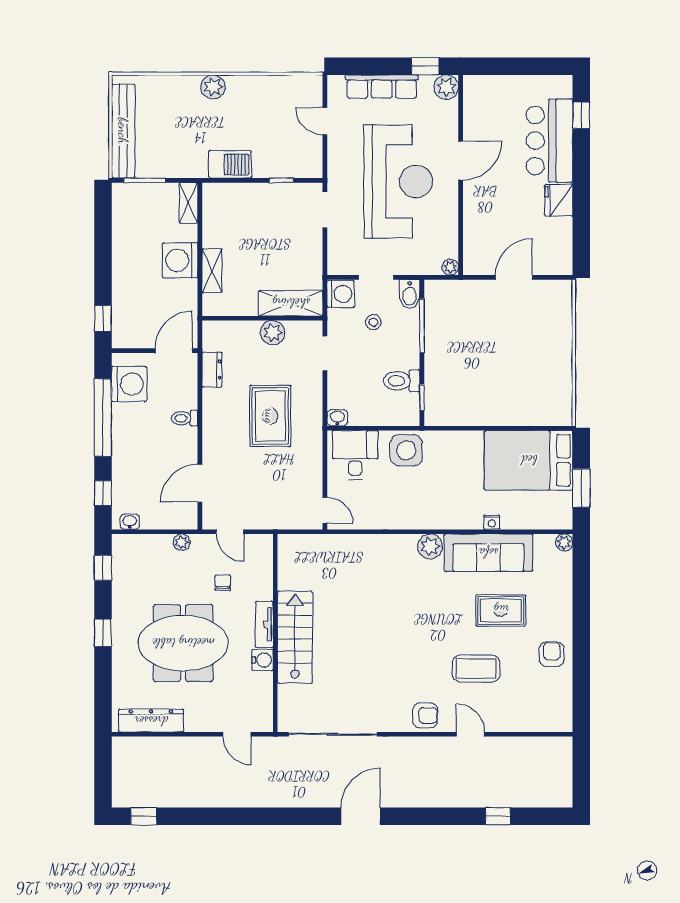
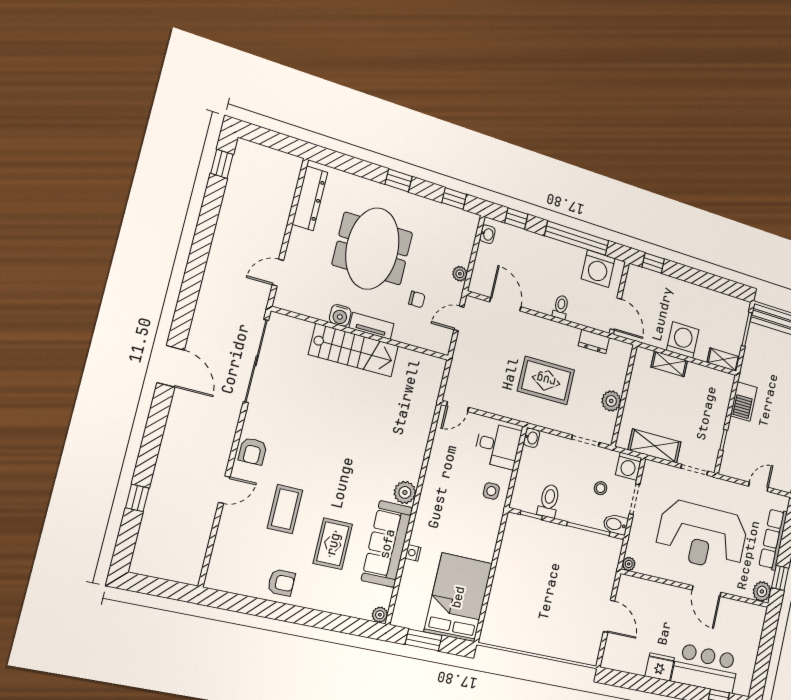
shelving: (291, 303) -> (655, 446), moved, turned 90
side table: (406, 450) -> (491, 491), width x0.54, depth x0.54

